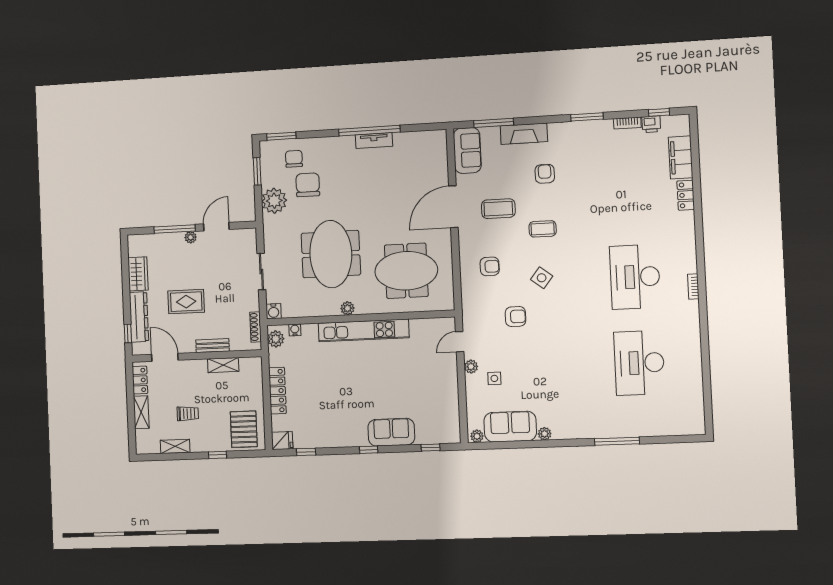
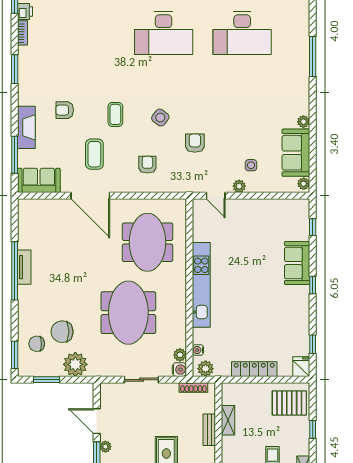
meeting table: (331, 254) -> (128, 313), turned 90
plant: (347, 308) -> (180, 355), moved

